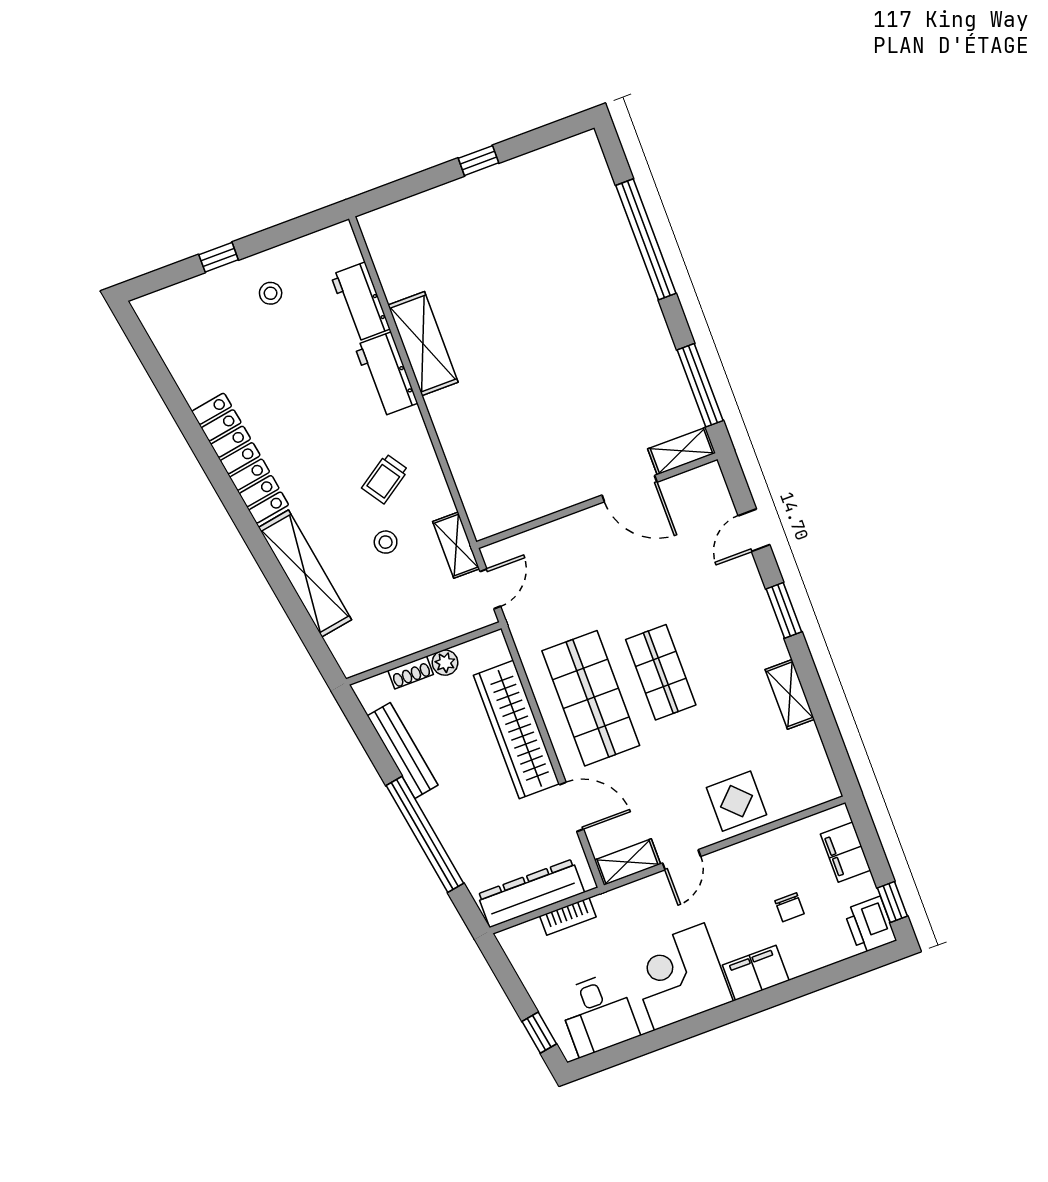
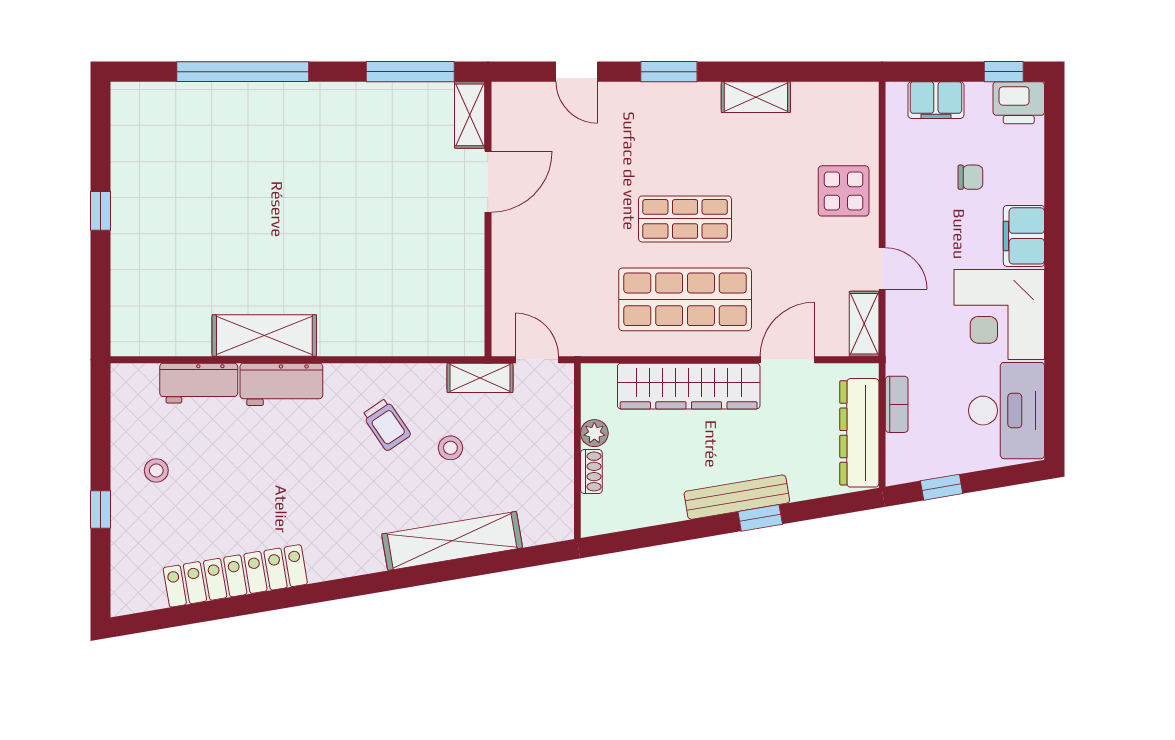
locker: (240, 458) -> (235, 576), moved
bench: (403, 750) -> (737, 497), moved
window: (425, 834) -> (760, 518), width x0.32
desk: (598, 1014) -> (1006, 411), width x1.37
window: (539, 1033) -> (942, 487), moved

